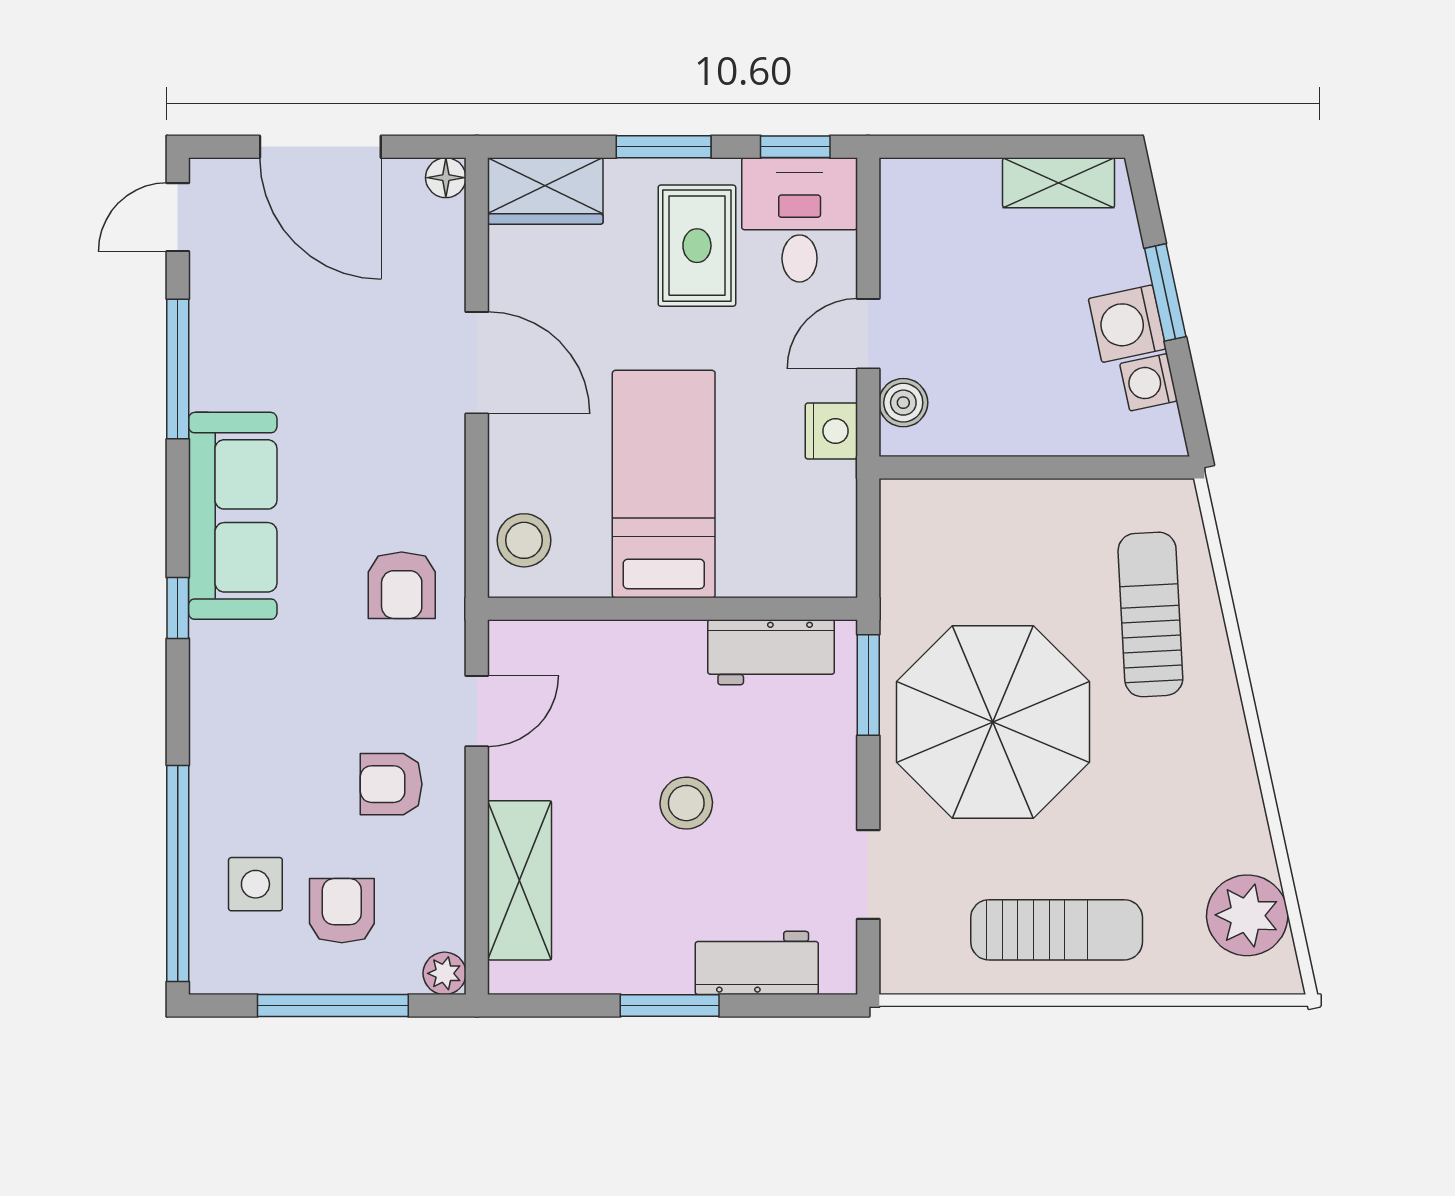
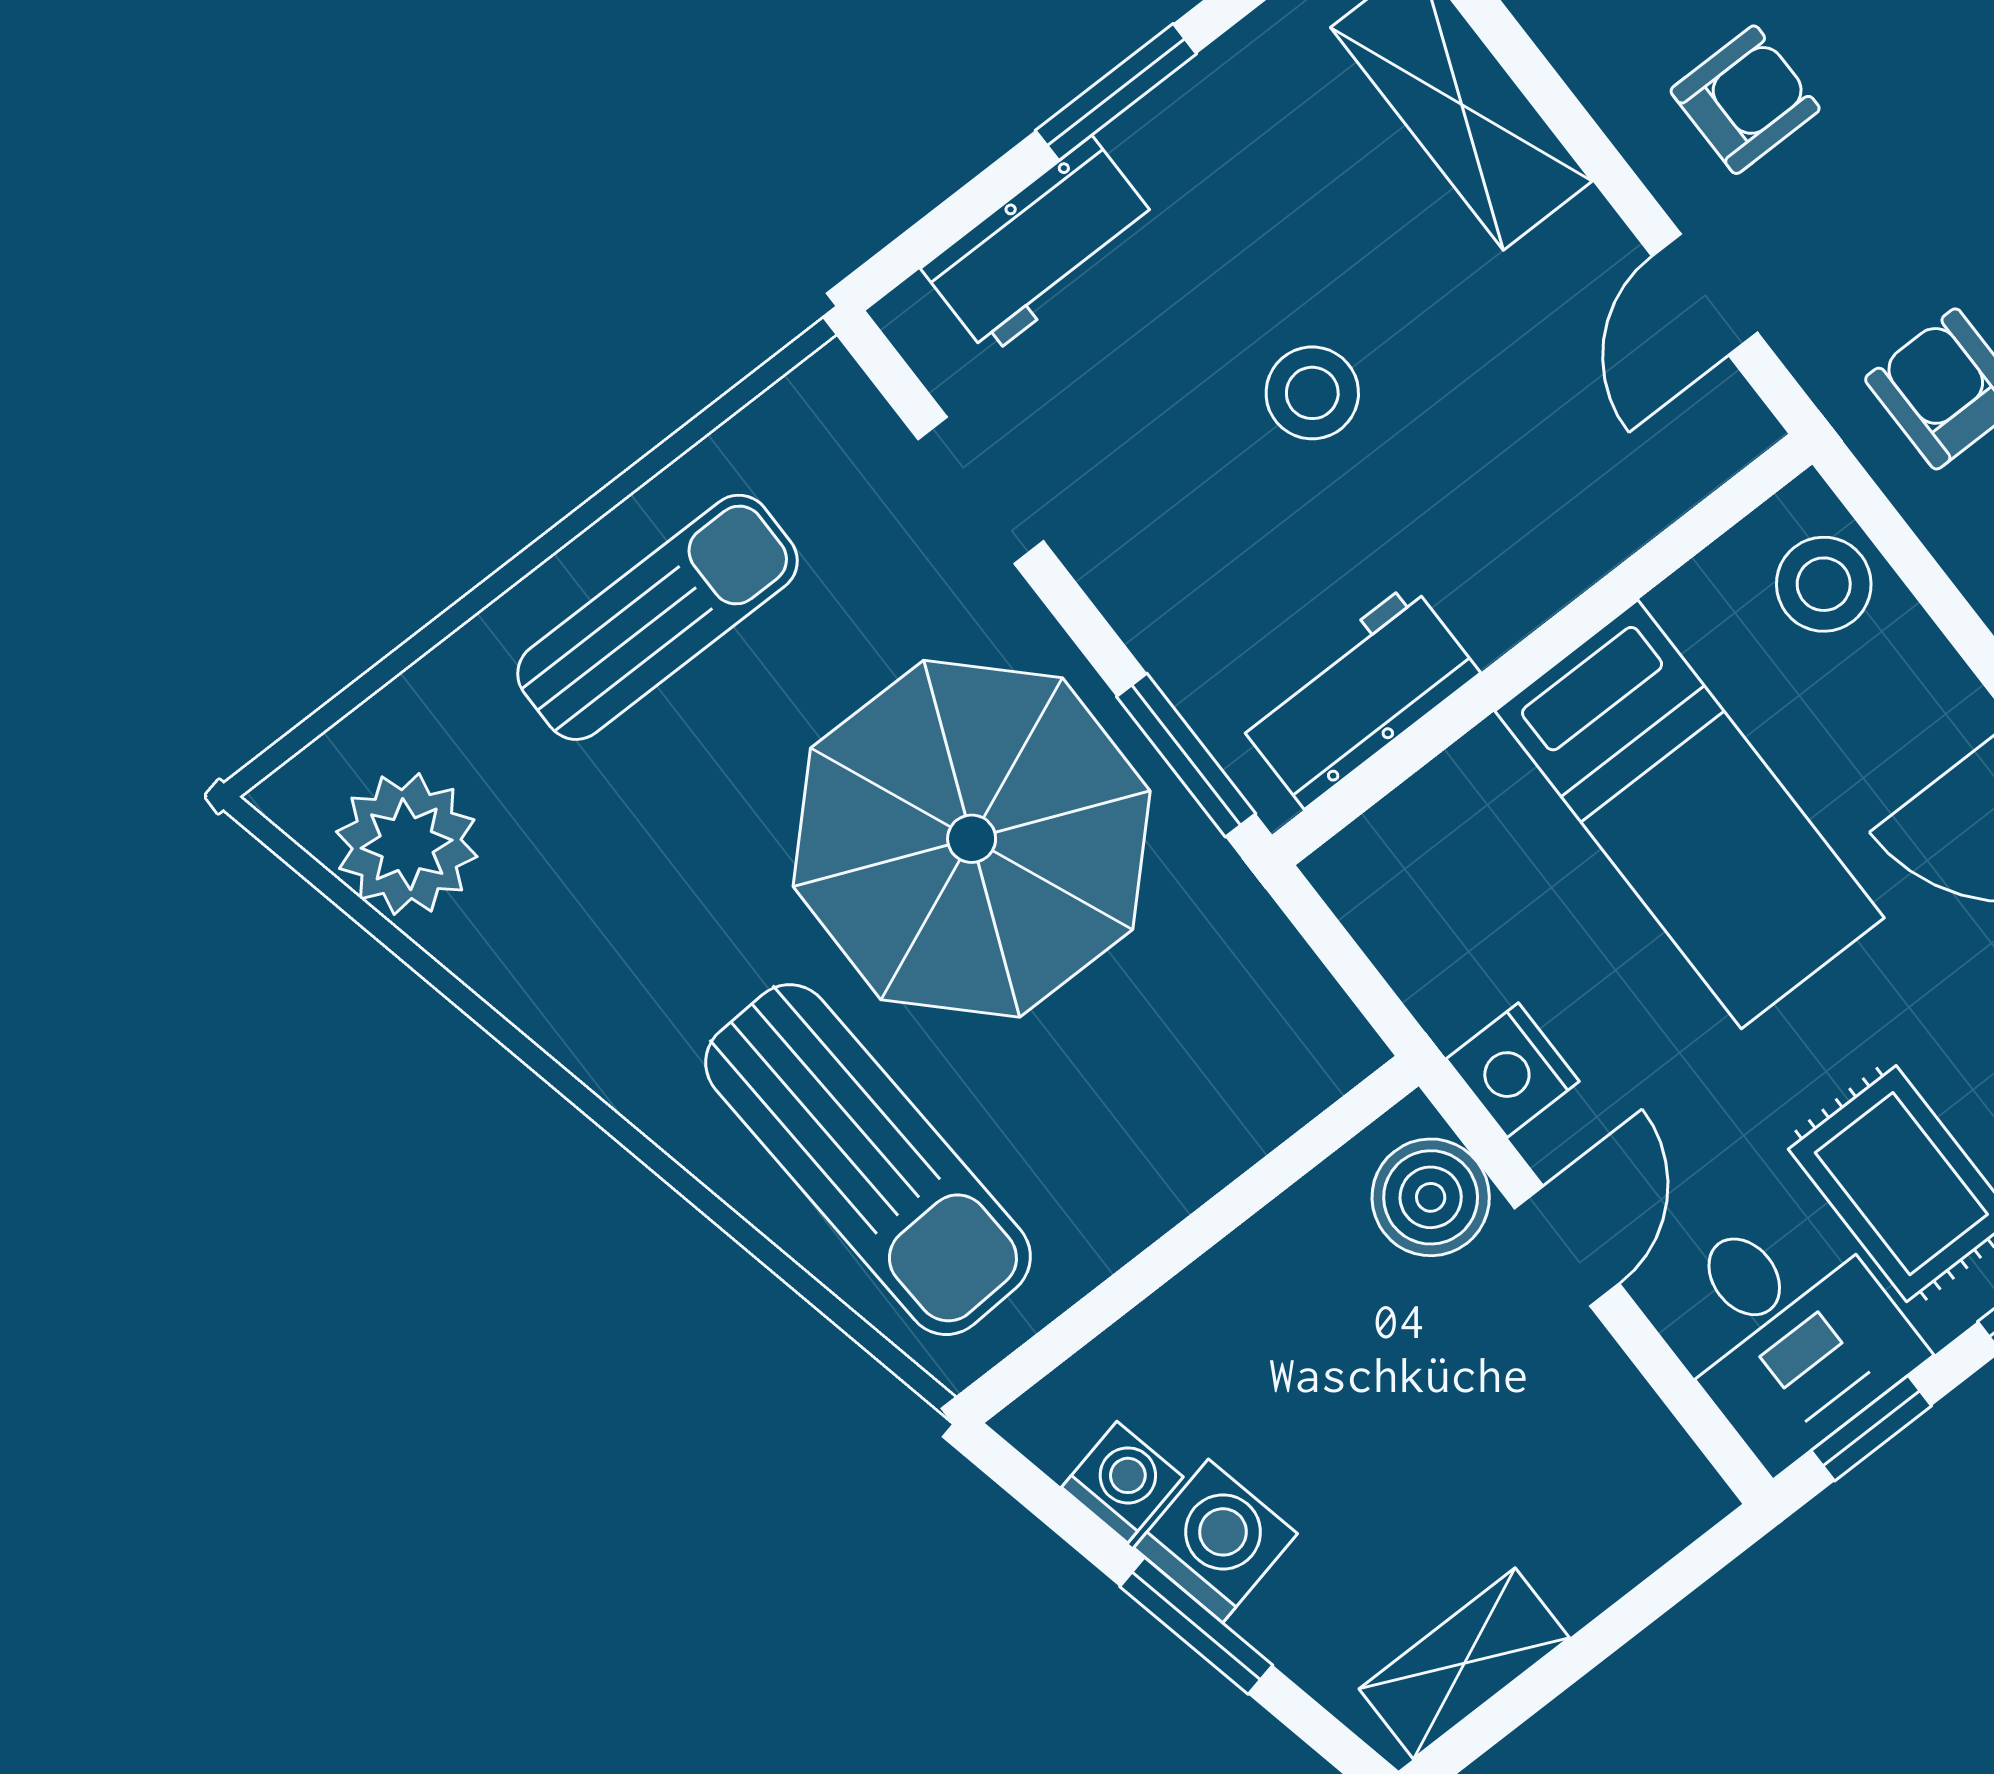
boiler: (903, 403) -> (1431, 1197), width x1.36, depth x1.36
sun lounger: (1150, 614) -> (868, 1160), width x1.36, depth x1.34
sun lounger: (1057, 930) -> (657, 617), turned 180

